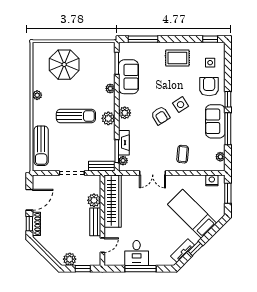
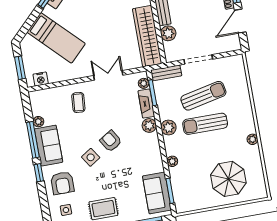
sofa: (128, 77) -> (157, 193), moved
plant: (125, 113) -> (149, 125), moved
sun lounger: (41, 146) -> (203, 96), moved, turned 78
plant: (220, 157) -> (38, 122), moved

